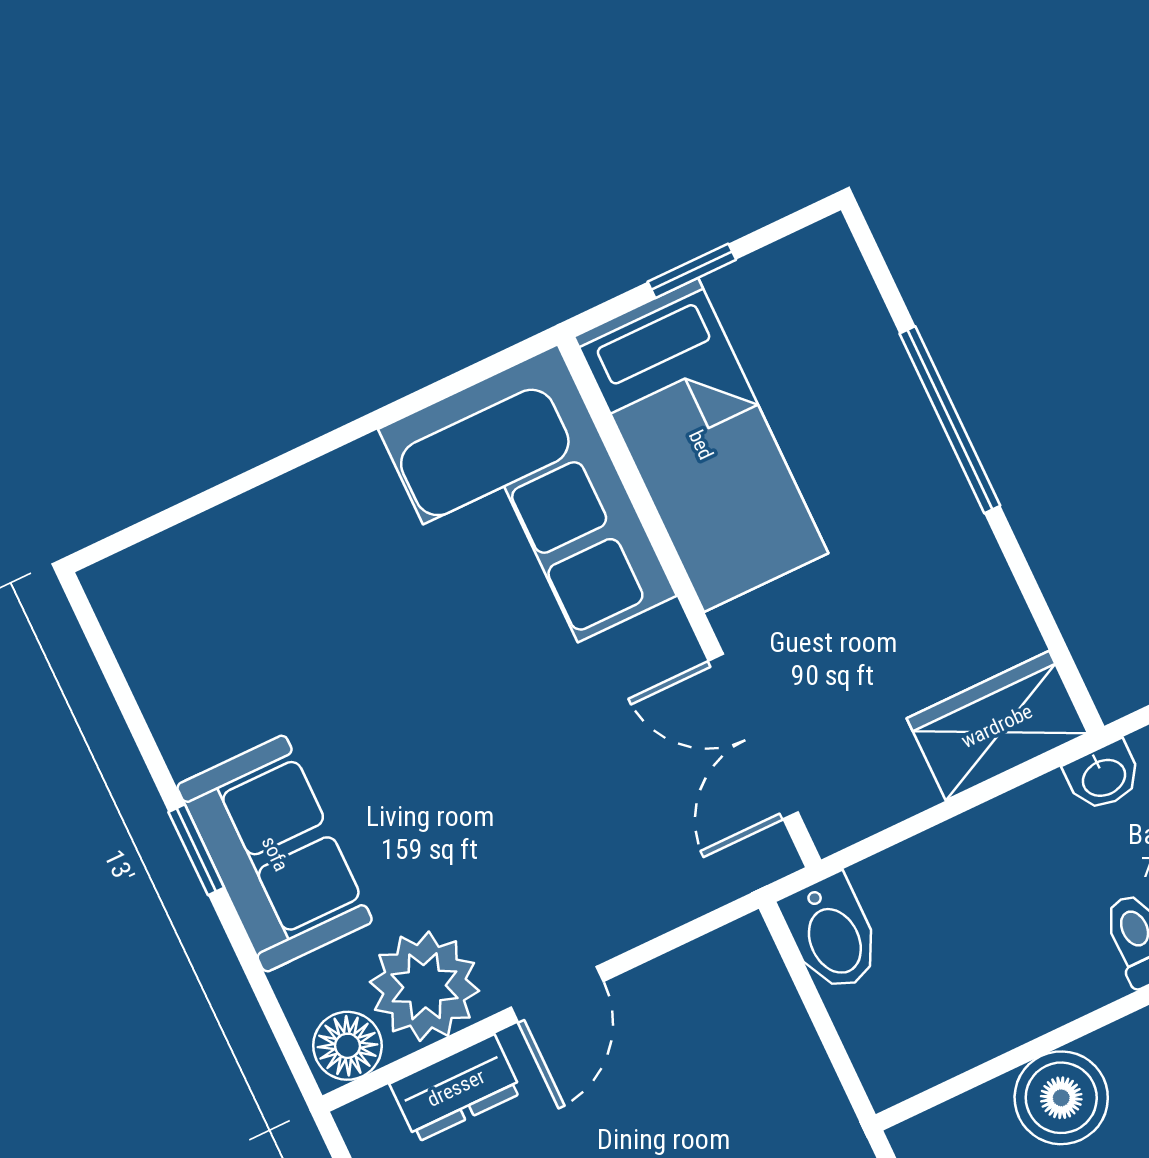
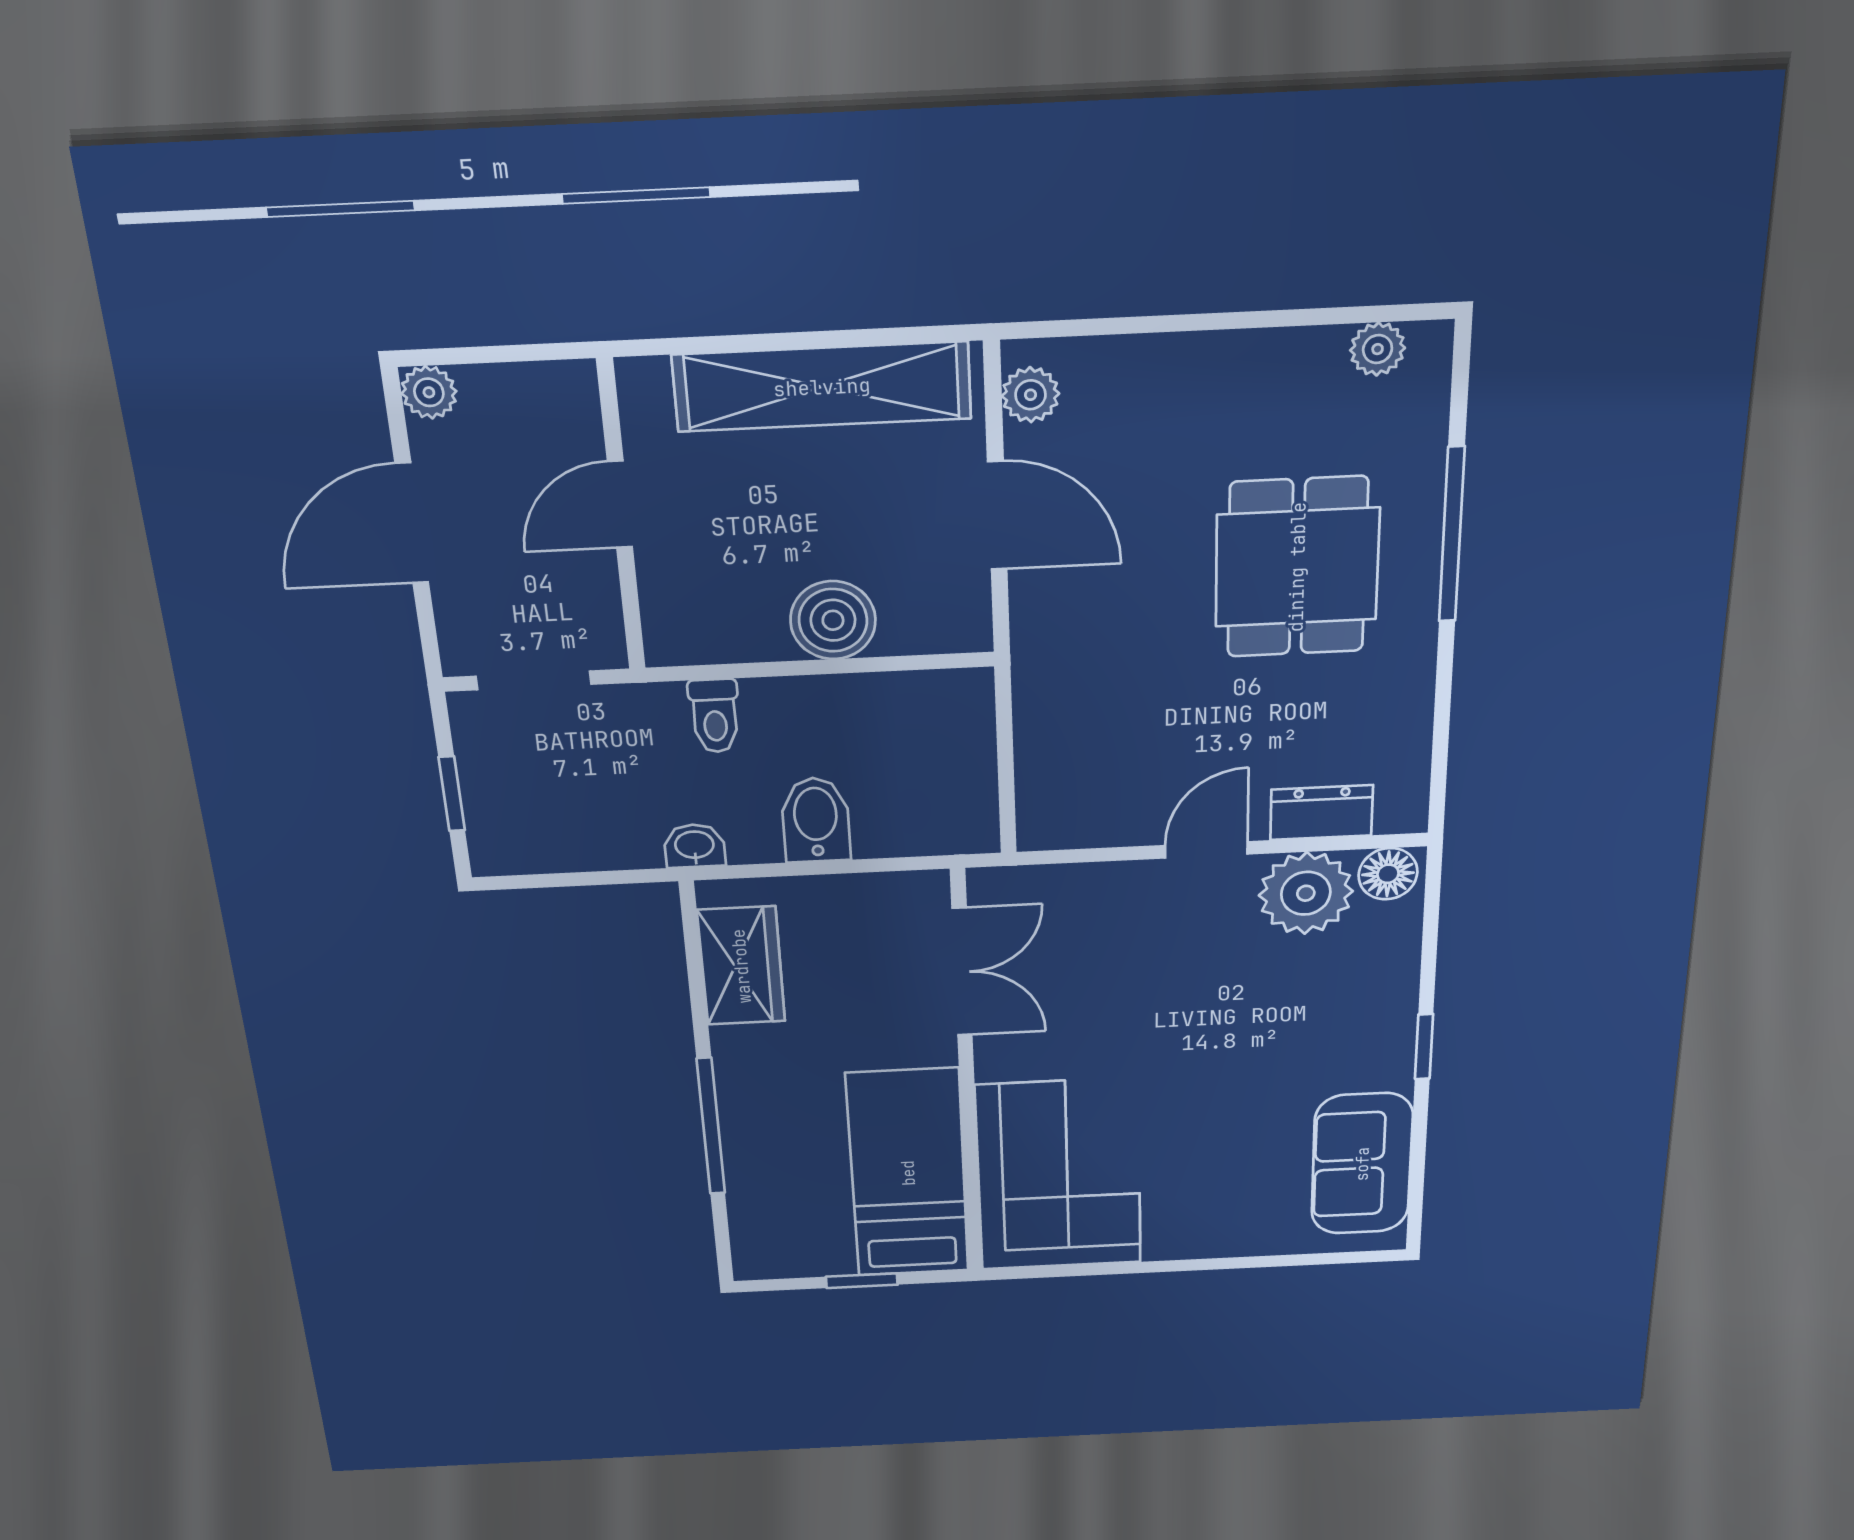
wardrobe: (997, 726) -> (741, 966), moved, turned -90
sofa: (275, 854) -> (1362, 1164), moved
bidet: (832, 934) -> (816, 820), moved

